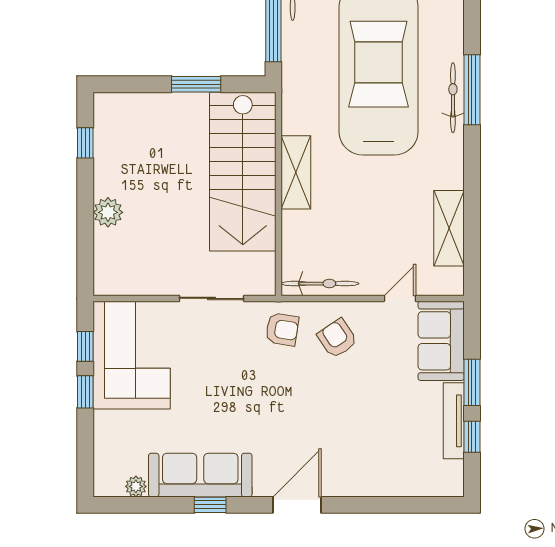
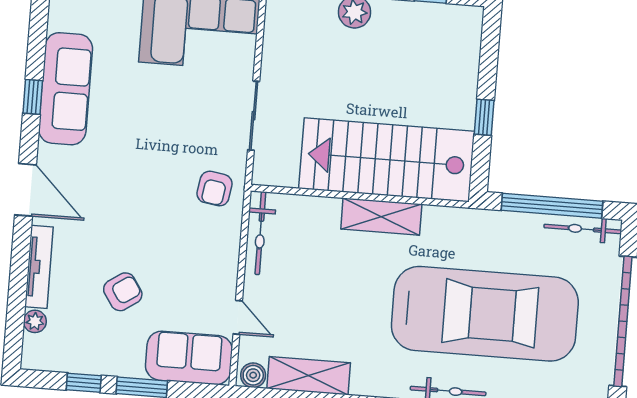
window: (196, 84) -> (484, 117), width x0.67
boiler: (453, 280) -> (253, 375), added
armchair: (337, 338) -> (123, 292), moved
tv unit: (454, 421) -> (39, 267), moved, turned 90
plant: (136, 486) -> (35, 321), moved

